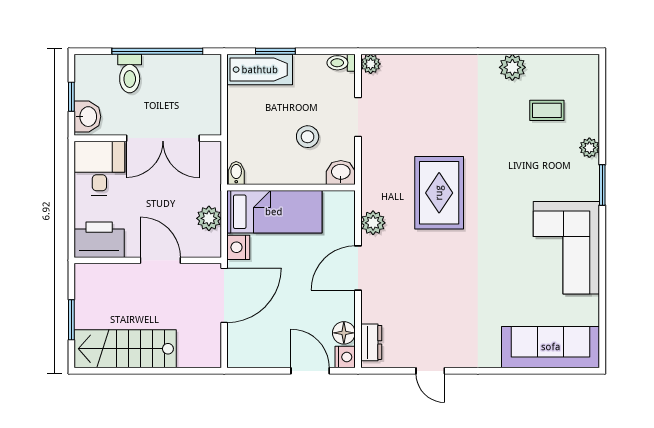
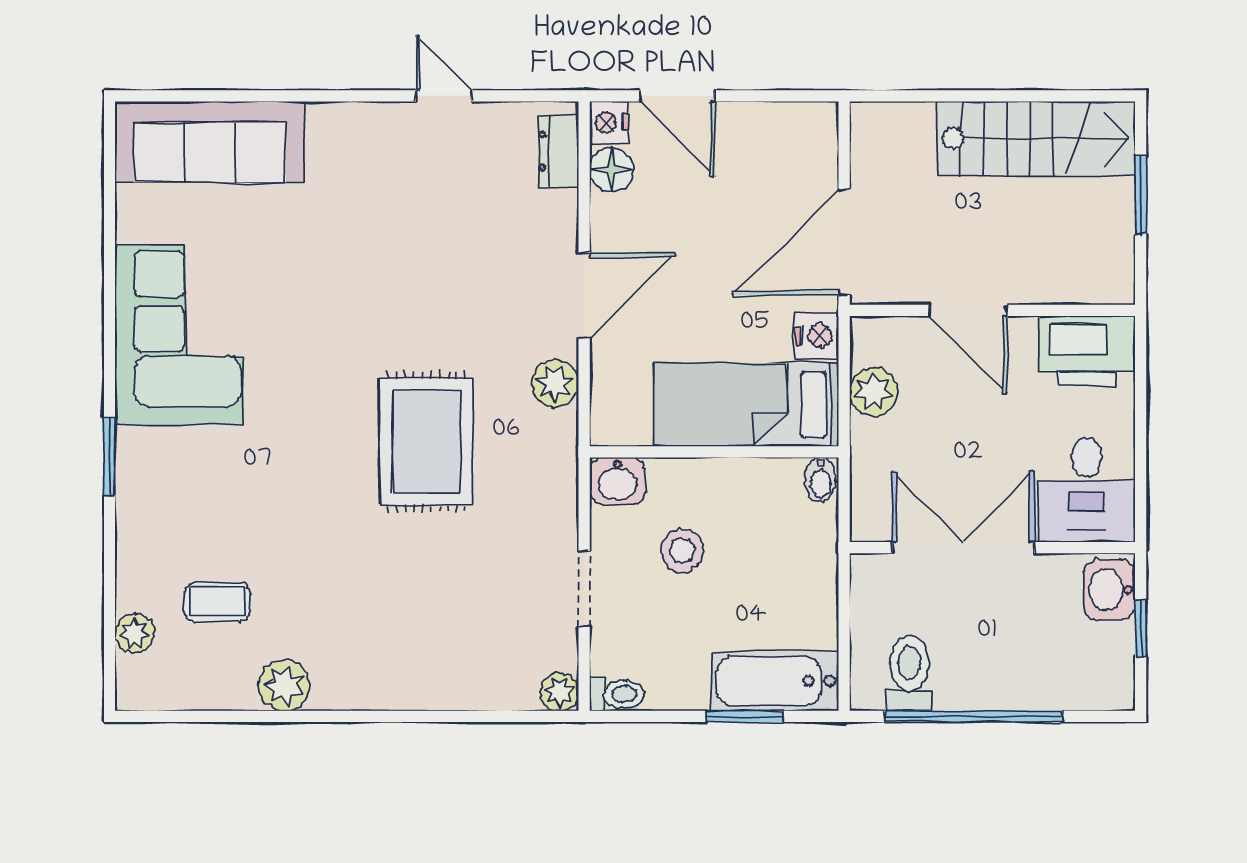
toilet: (130, 74) -> (909, 673), moved
plant: (589, 148) -> (134, 633), moved

